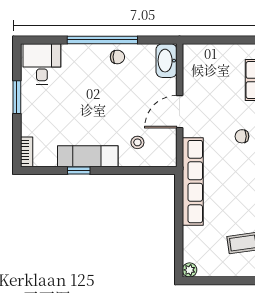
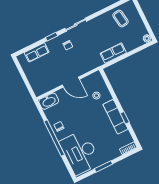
desk: (42, 64) -> (80, 153), width x1.87, depth x1.30
row of seats: (193, 182) -> (113, 53), width x0.50

